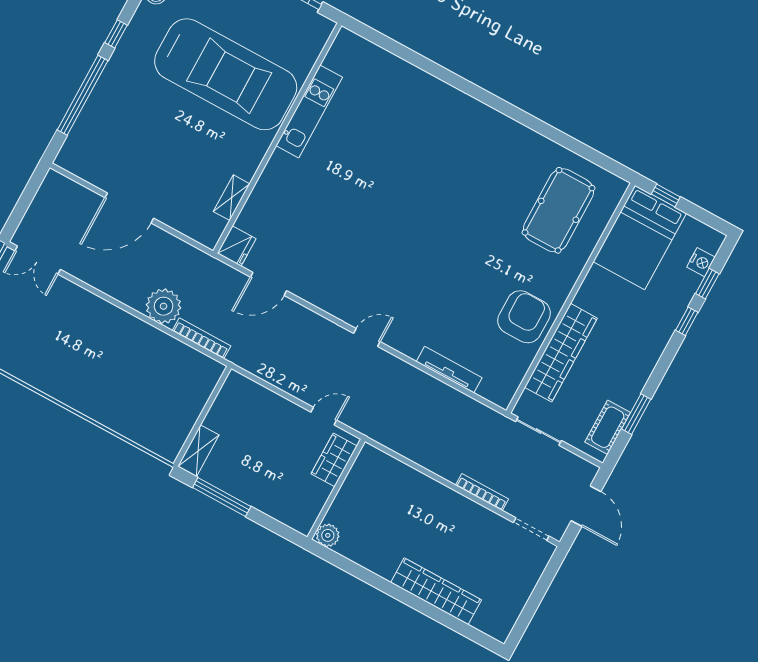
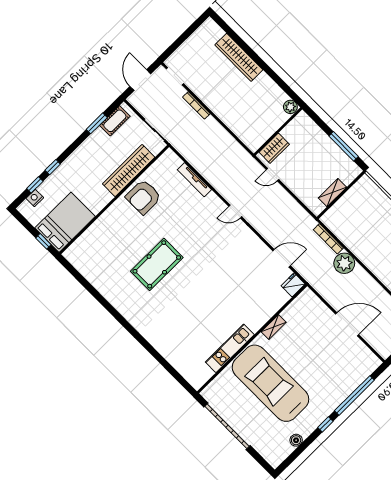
shelving: (232, 198) -> (274, 327), moved
pool table: (558, 210) -> (157, 264), moved
shelving: (198, 451) -> (332, 193), moved

